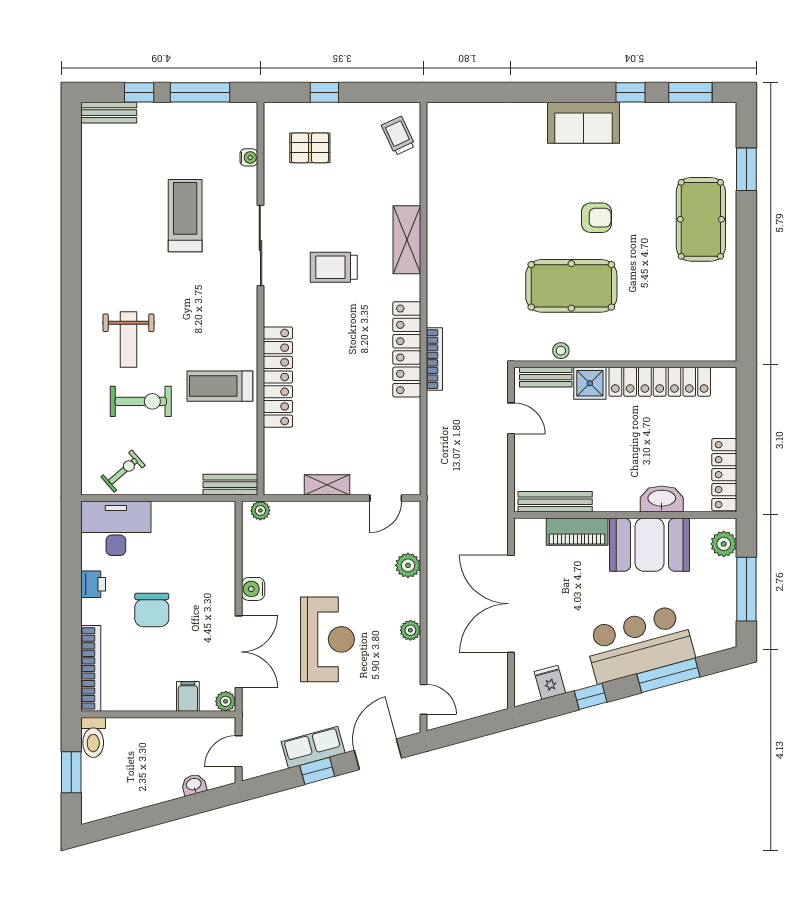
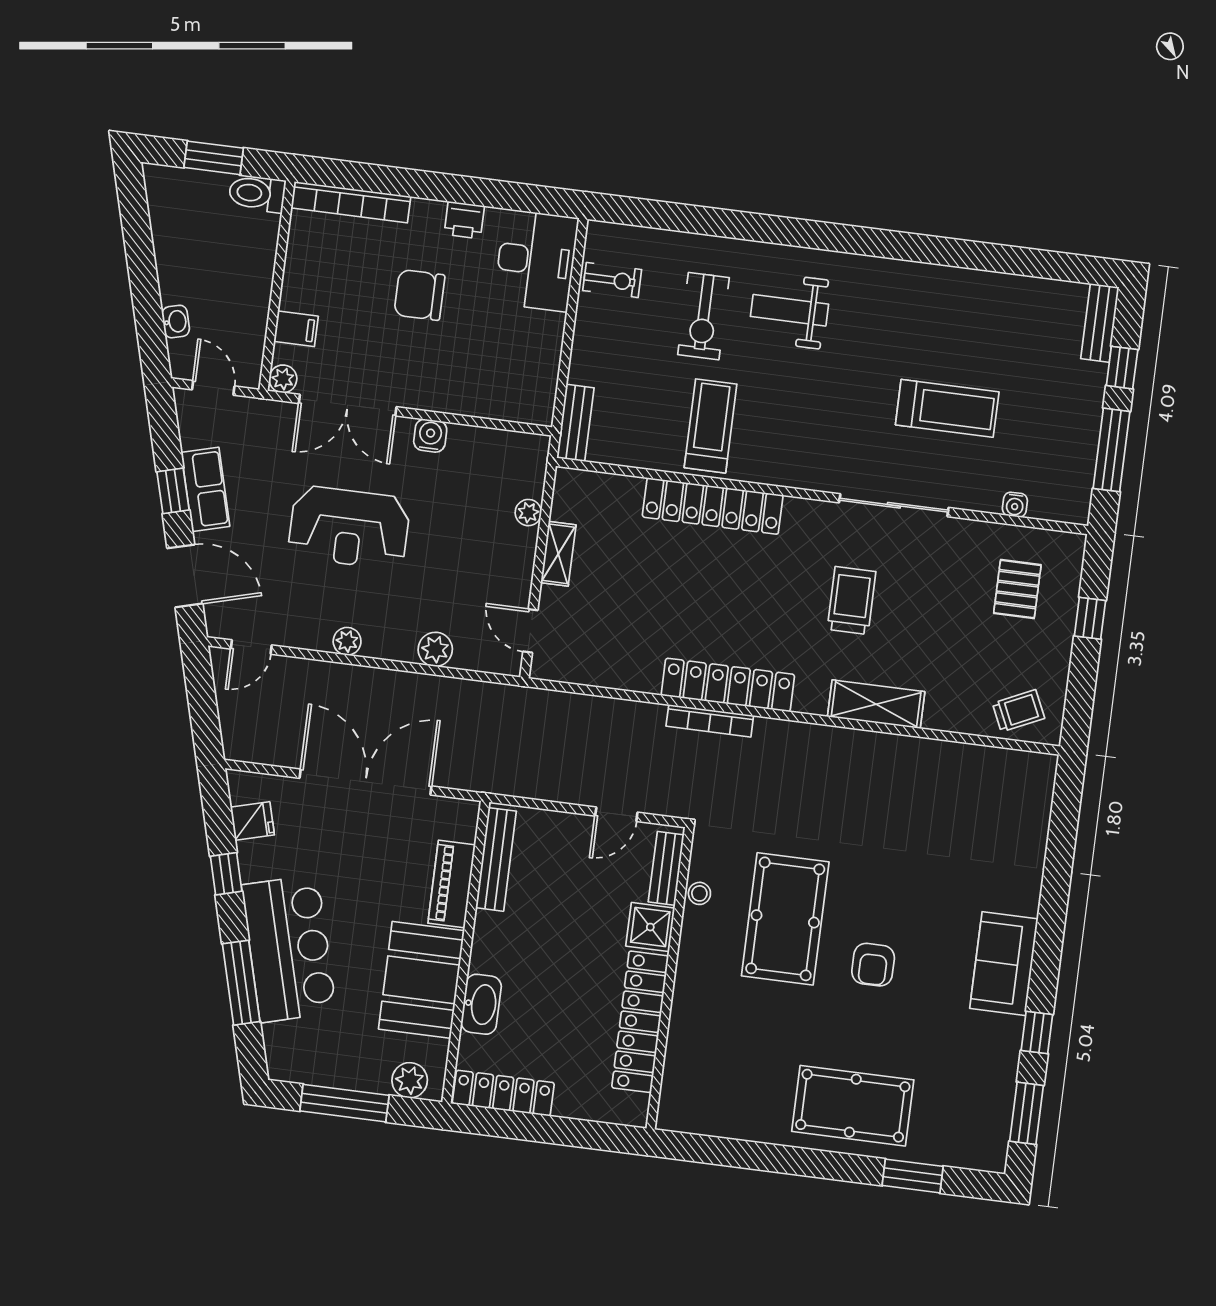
exercise bike: (123, 471) -> (612, 280), turned -49
plant: (260, 510) -> (528, 513), moved

